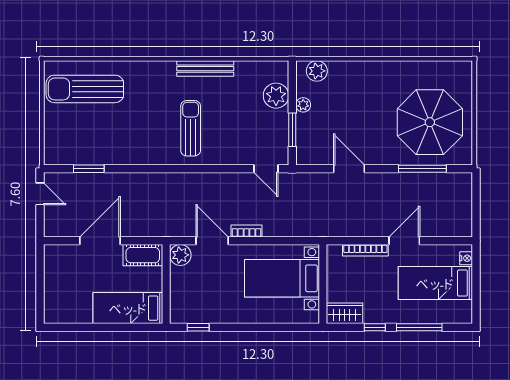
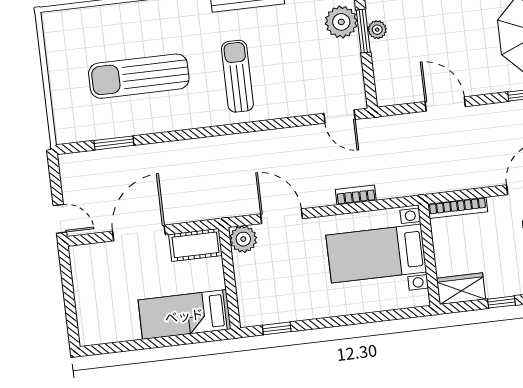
sun lounger: (85, 89) -> (139, 76), moved
window: (292, 130) -> (363, 31), moved
door: (40, 194) -> (60, 219), moved
bookcase: (246, 231) -> (356, 195), moved
bookcase: (365, 250) -> (458, 208), moved

